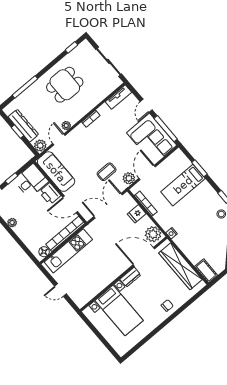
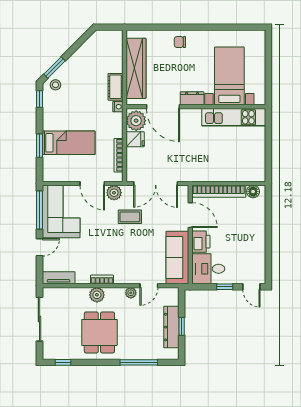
dining table: (65, 85) -> (99, 332), turned 90
plant: (40, 145) -> (97, 295), moved
door: (147, 172) -> (92, 184), hinge flipped
fridge: (137, 214) -> (135, 139), moved
plant: (12, 223) -> (260, 245), removed
kitchen unit: (68, 251) -> (234, 117), moved, turned 180
cot: (206, 271) -> (115, 87), moved
door: (60, 290) -> (268, 142), removed

